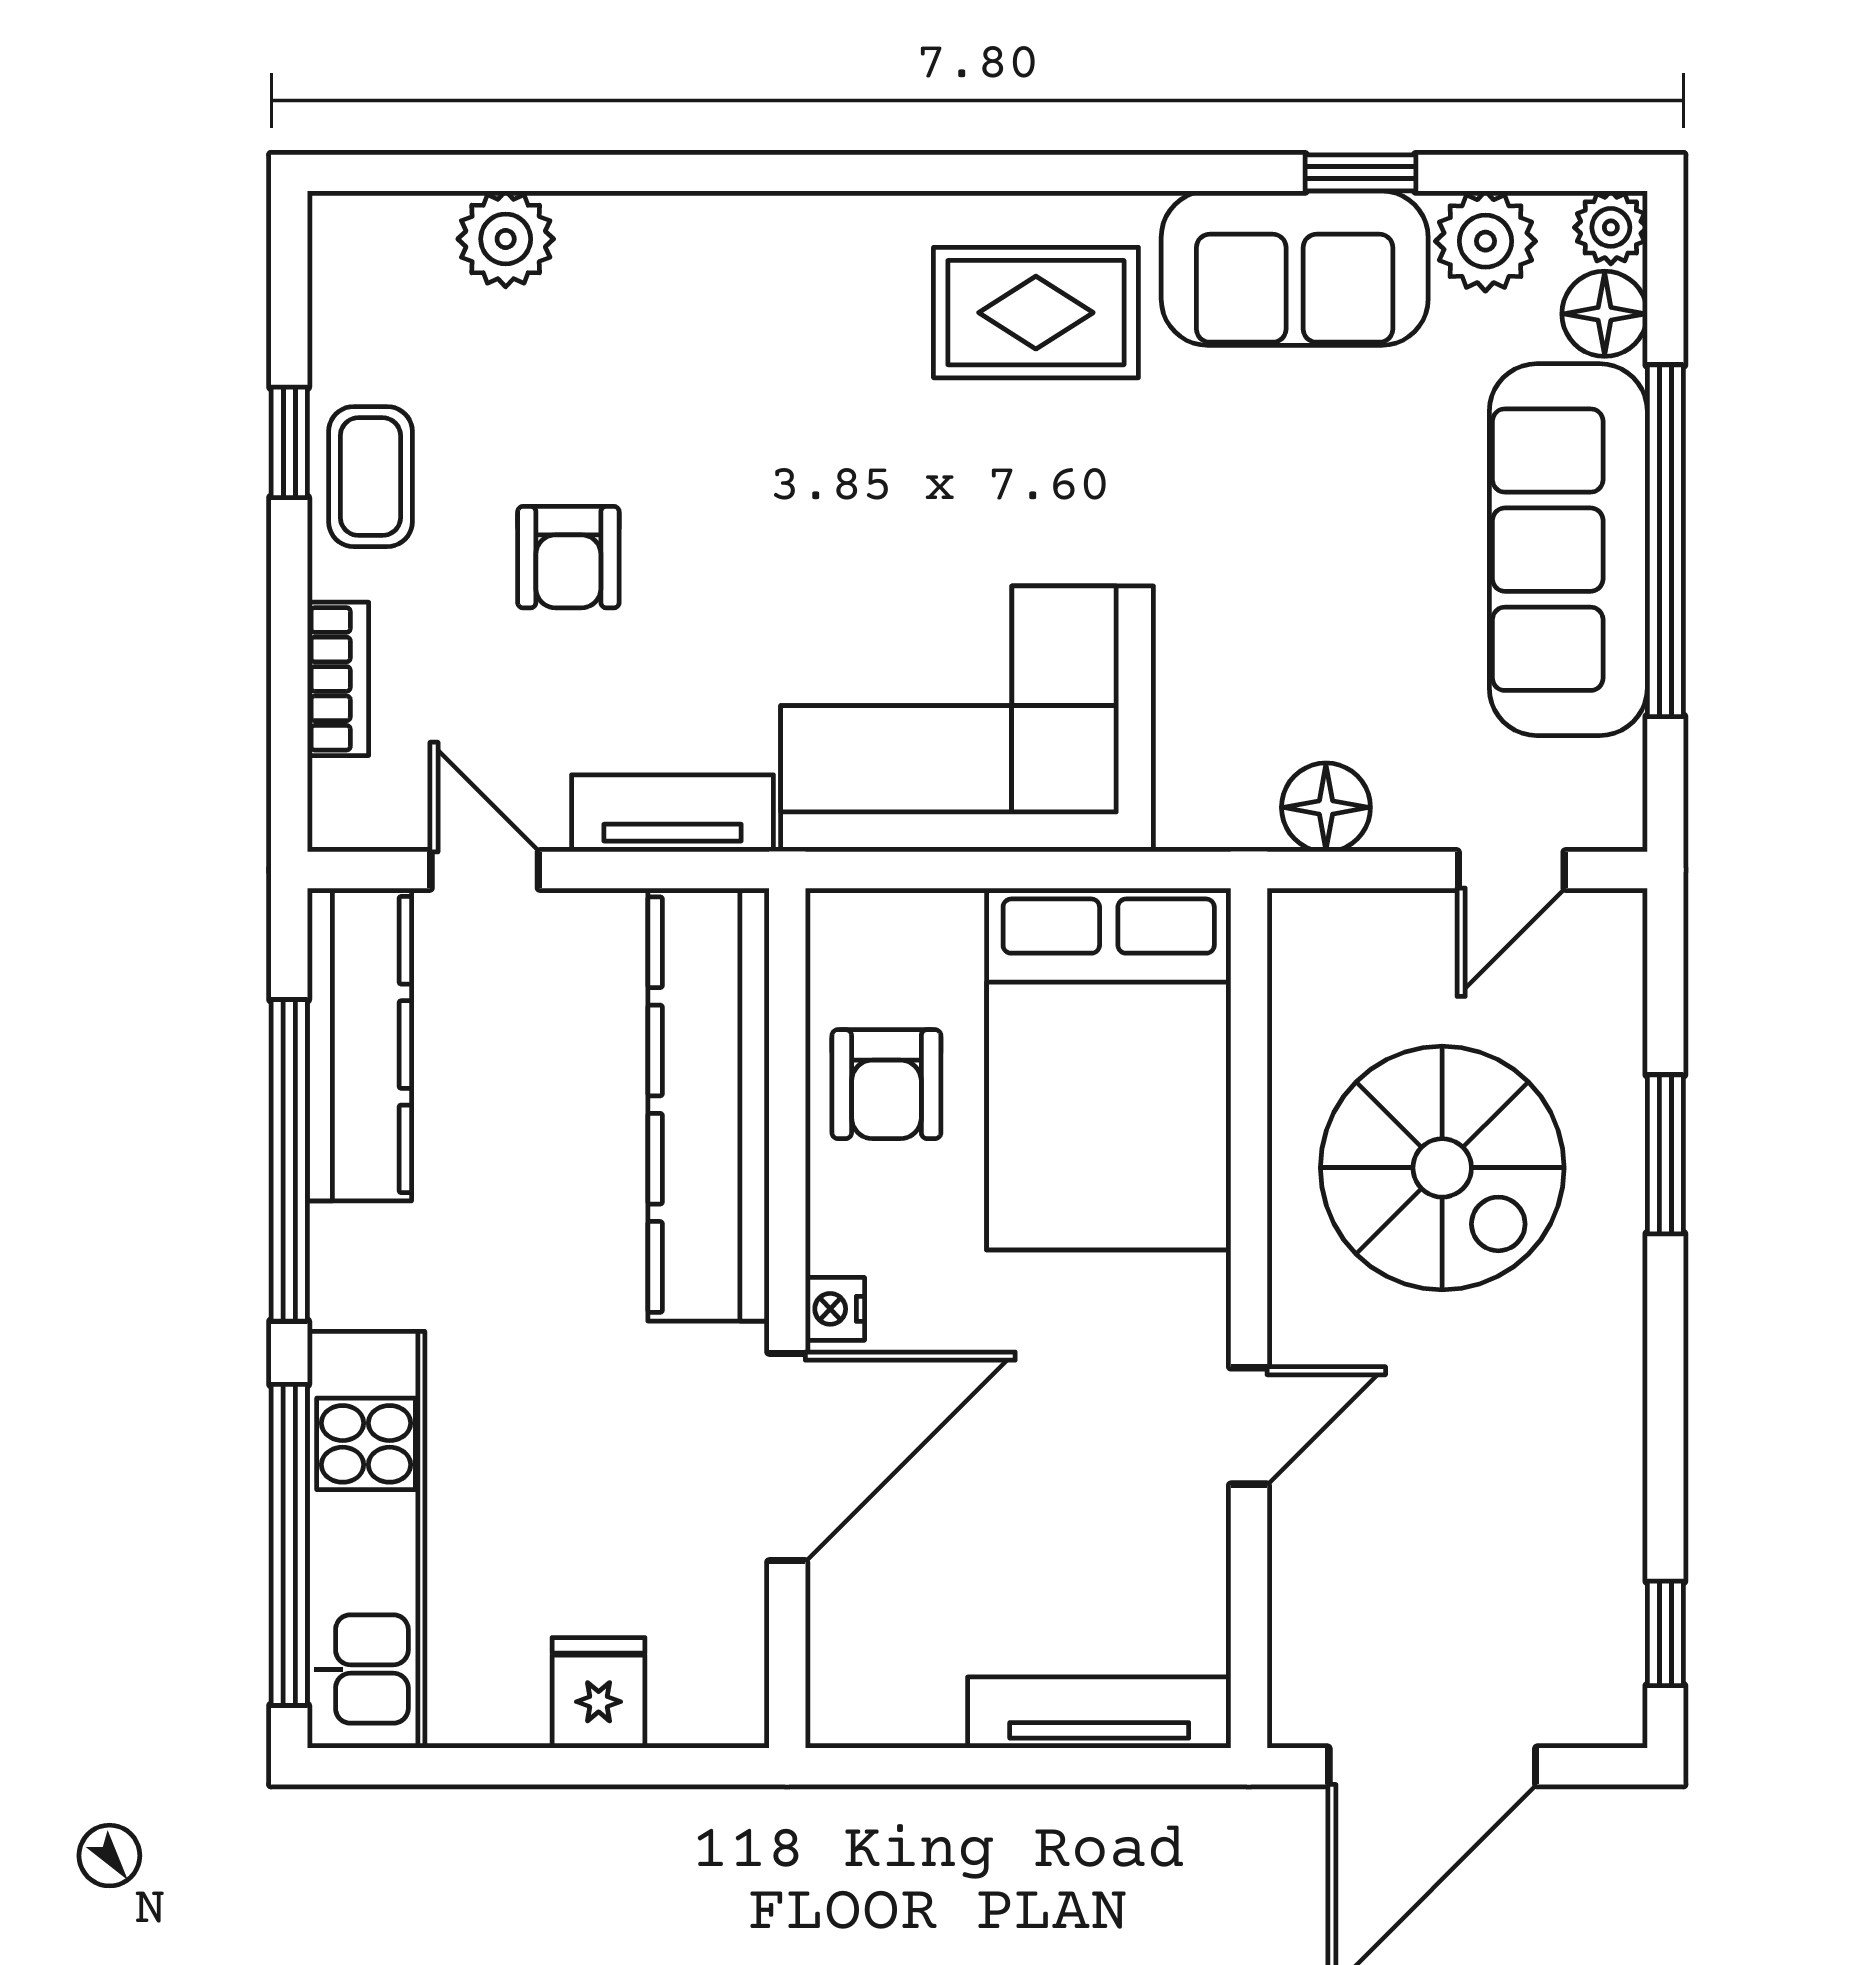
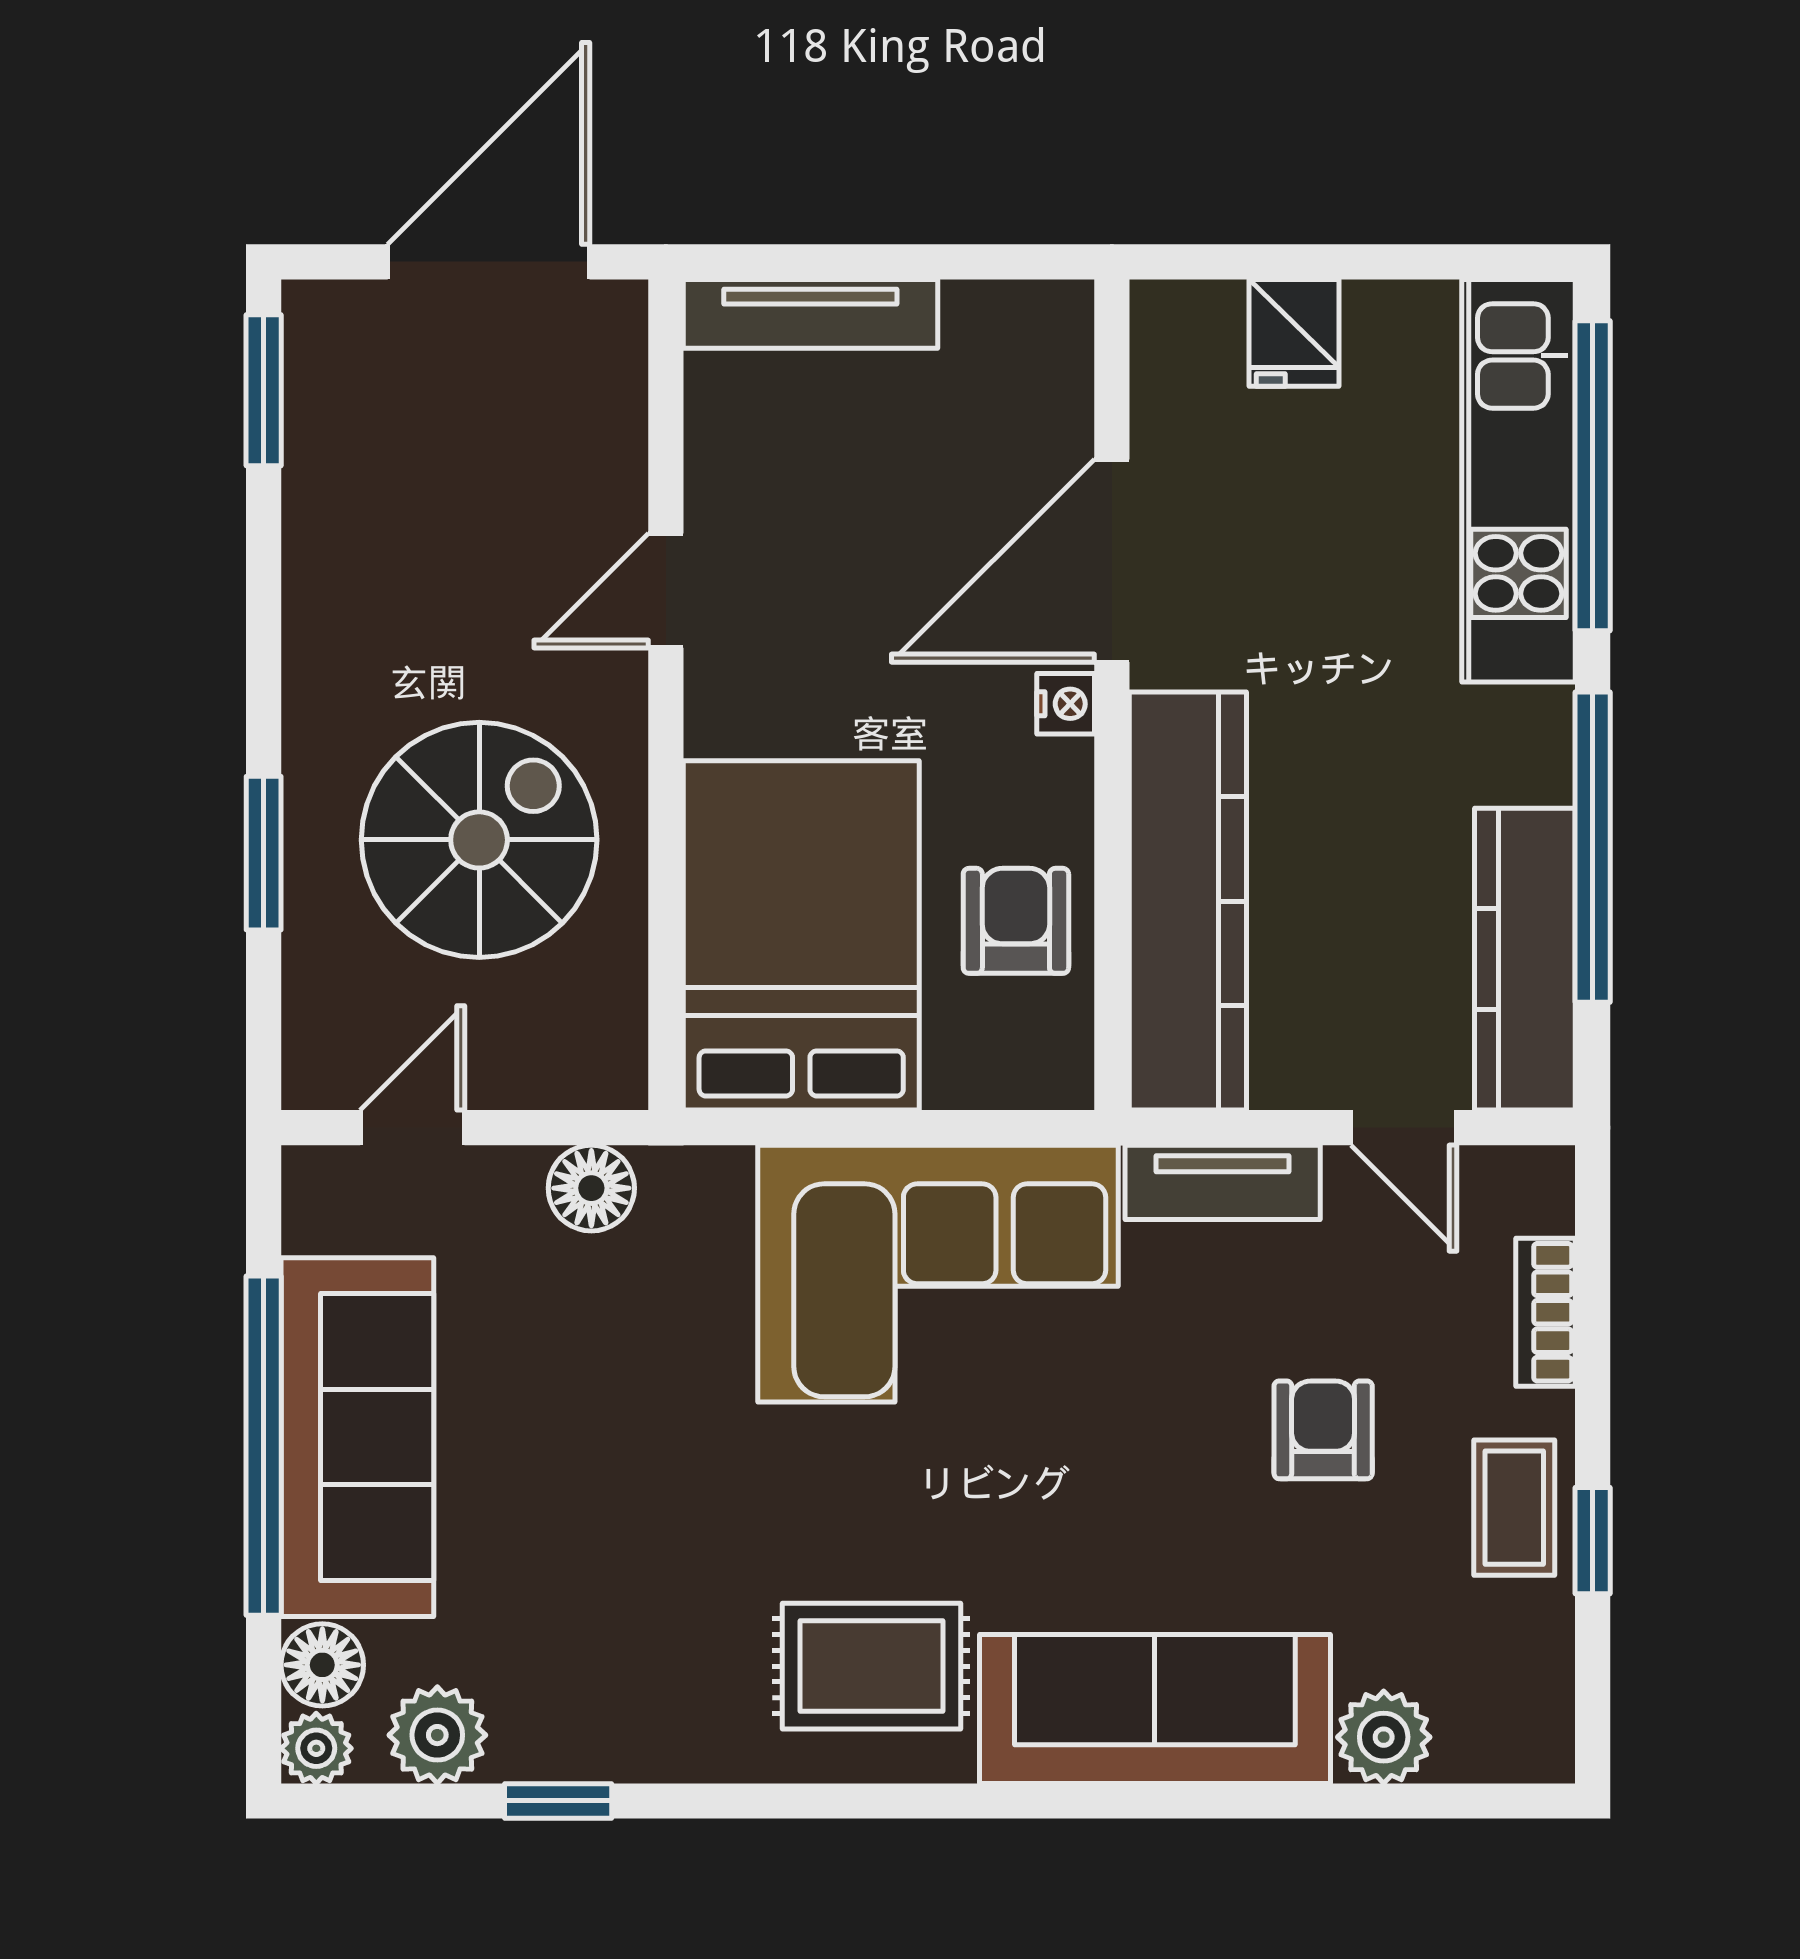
sofa: (1295, 268) -> (1155, 1709), moved, width x1.36
spiral stairs: (1442, 1168) -> (479, 840), turned 90
window: (1665, 1633) -> (264, 390), width x1.50

